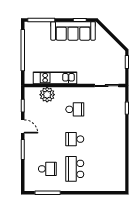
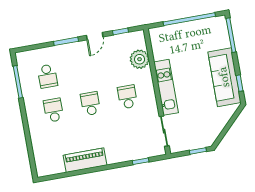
kitchen unit: (55, 78) -> (166, 87), moved
school desk: (75, 109) -> (127, 97), turned 180
piano: (118, 151) -> (85, 160), added
school desk: (75, 169) -> (54, 110), width x0.54

